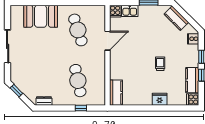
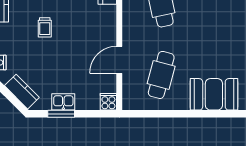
kitchen sink: (130, 11) -> (63, 102), moved
cafe table: (78, 30) -> (161, 75), turned 33

